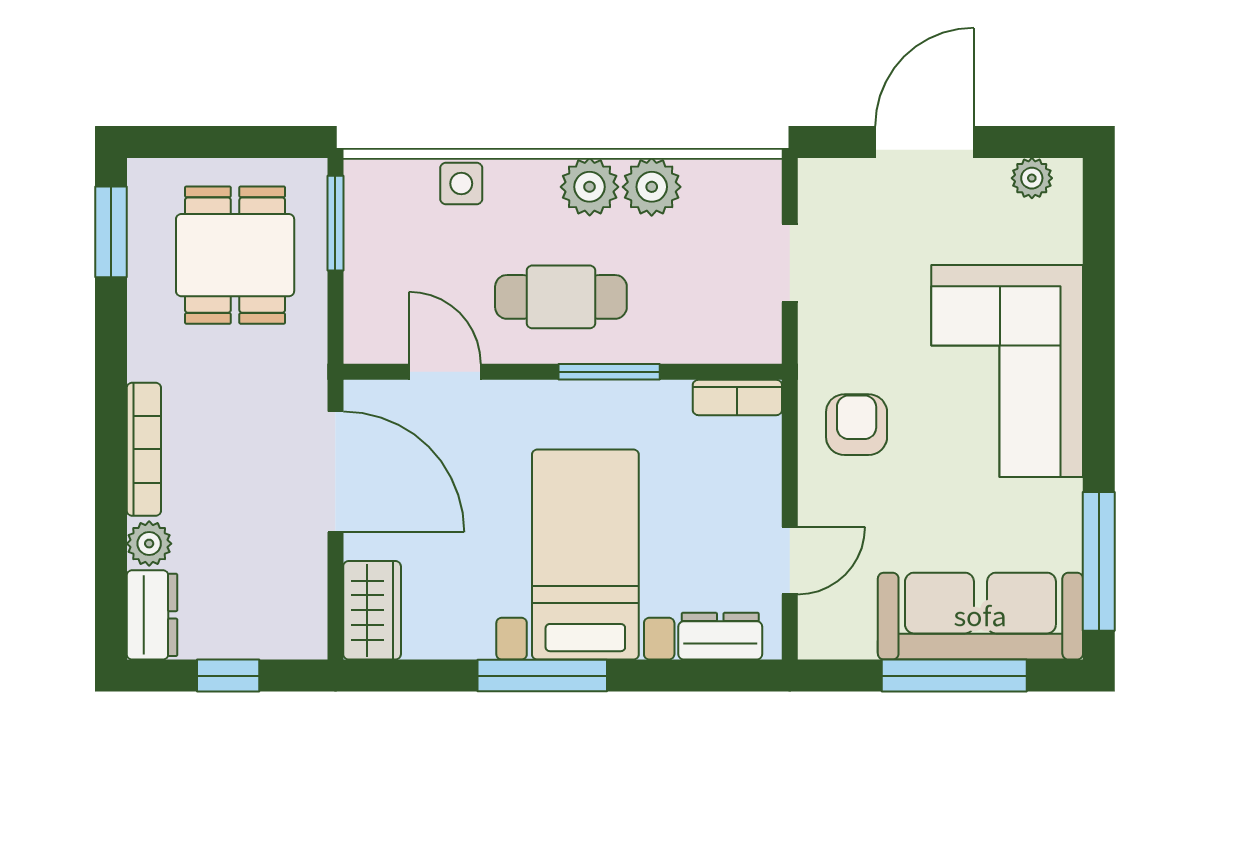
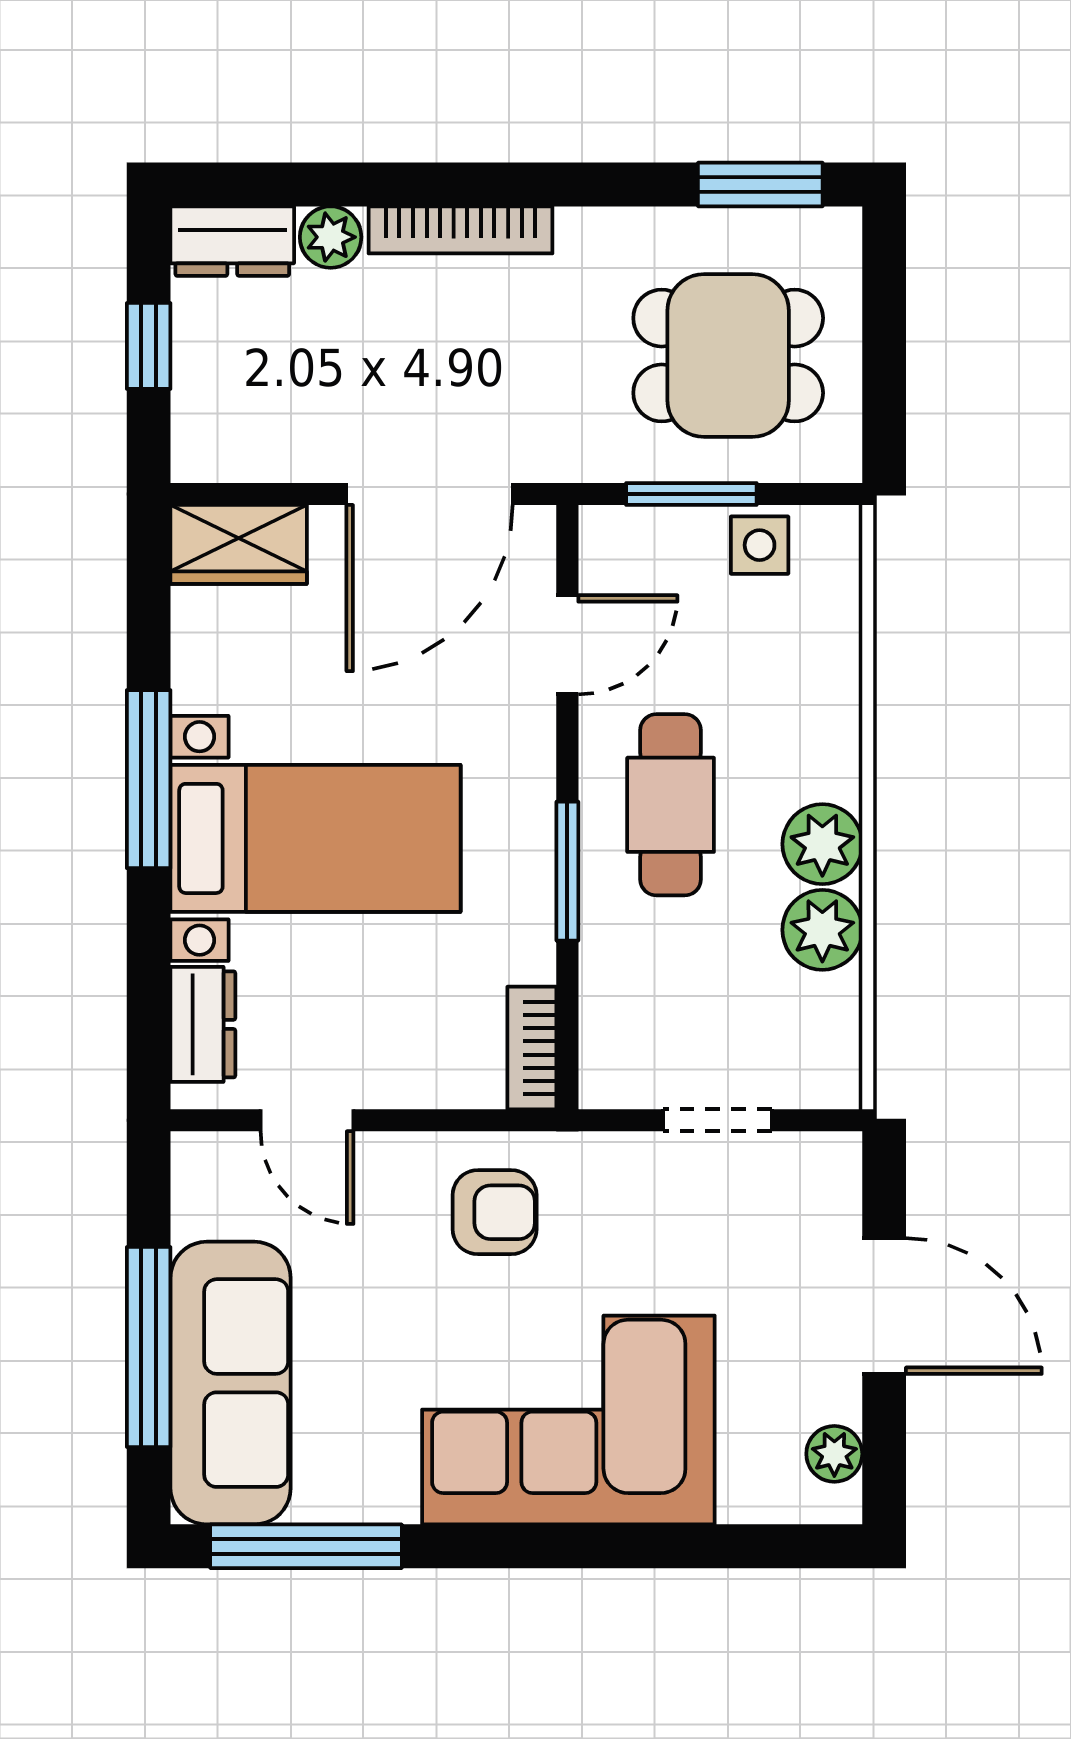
side table: (461, 184) -> (760, 545), moved
window: (335, 223) -> (691, 494), moved

